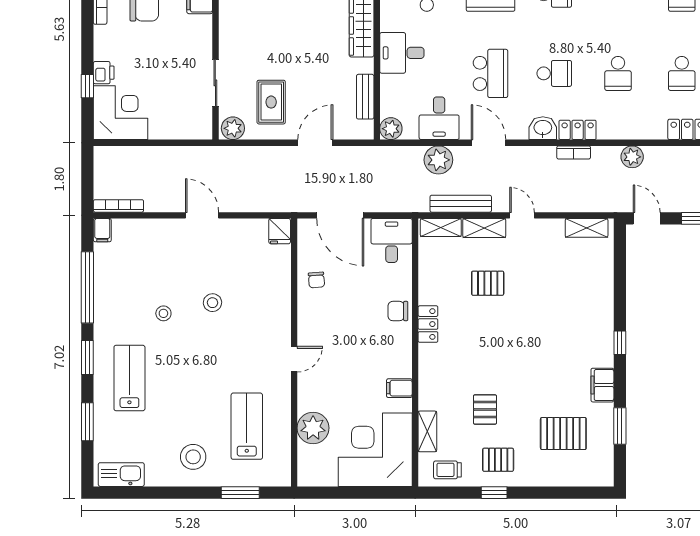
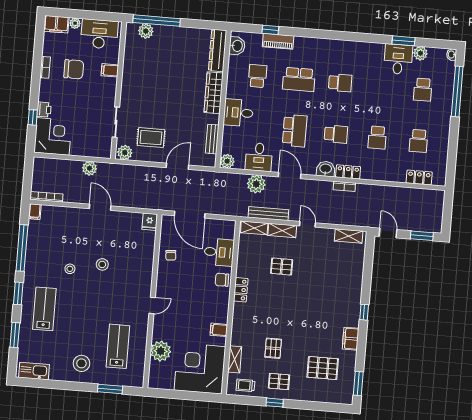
rug: (271, 102) -> (151, 138), turned 90
plant: (632, 157) -> (90, 168), moved
desk: (392, 240) -> (219, 252), moved, turned 90
window: (620, 426) -> (358, 384), moved

